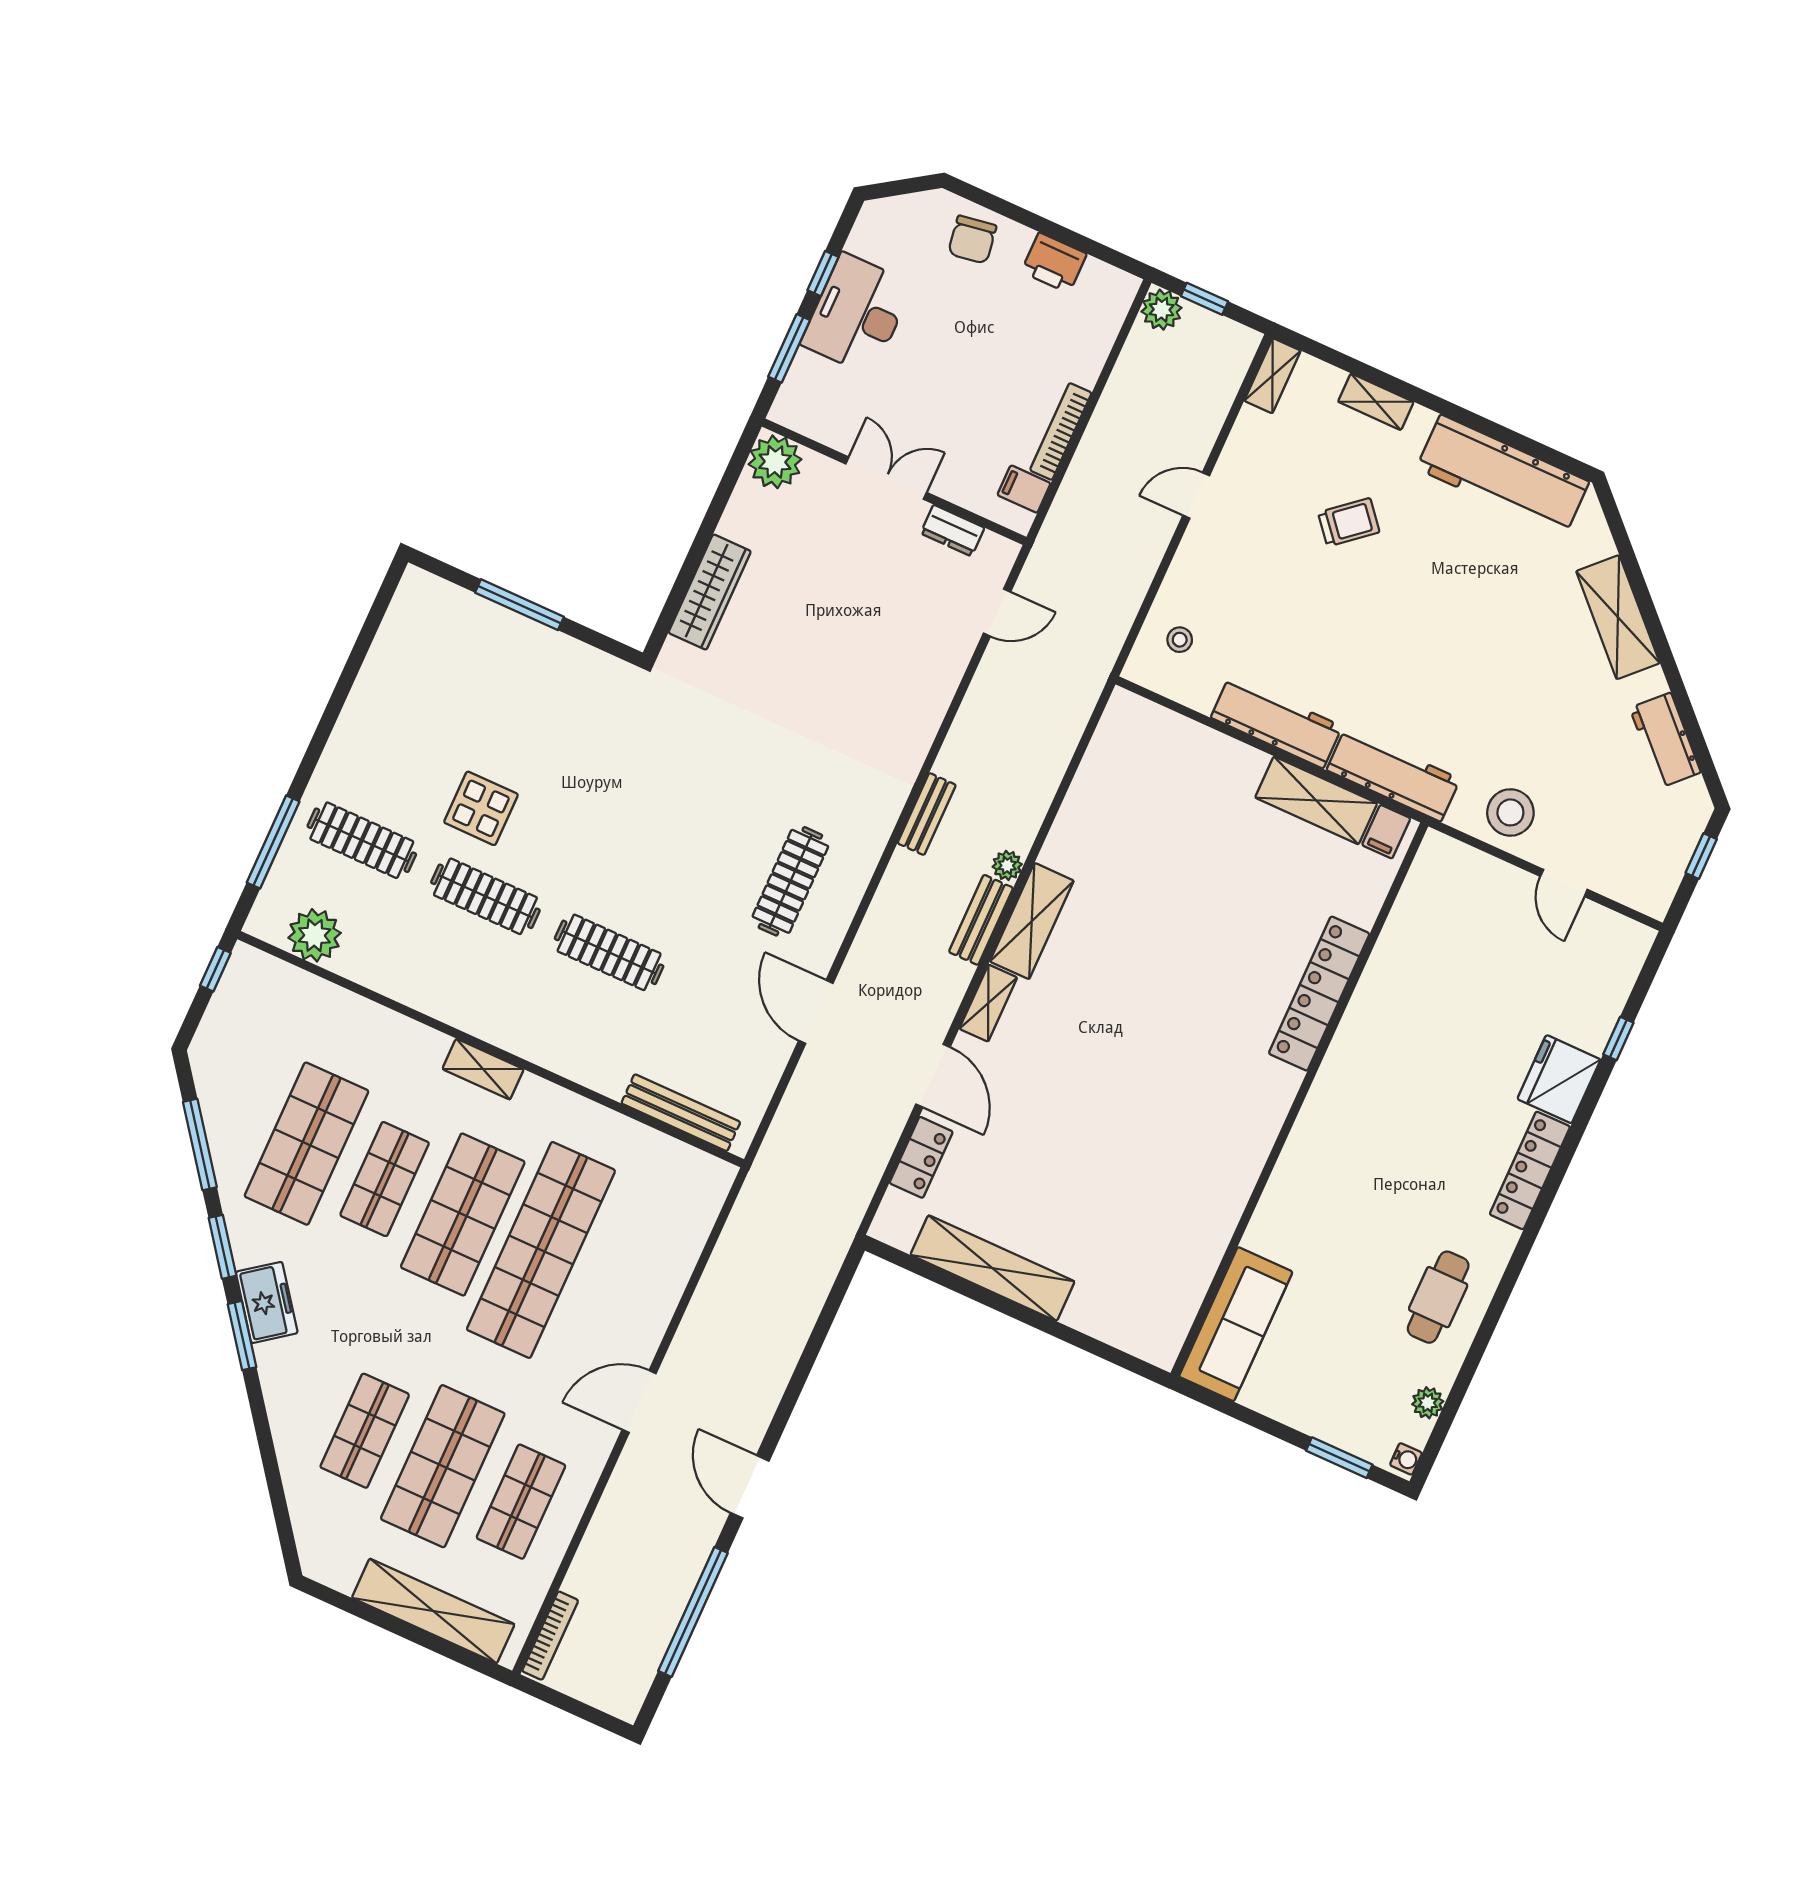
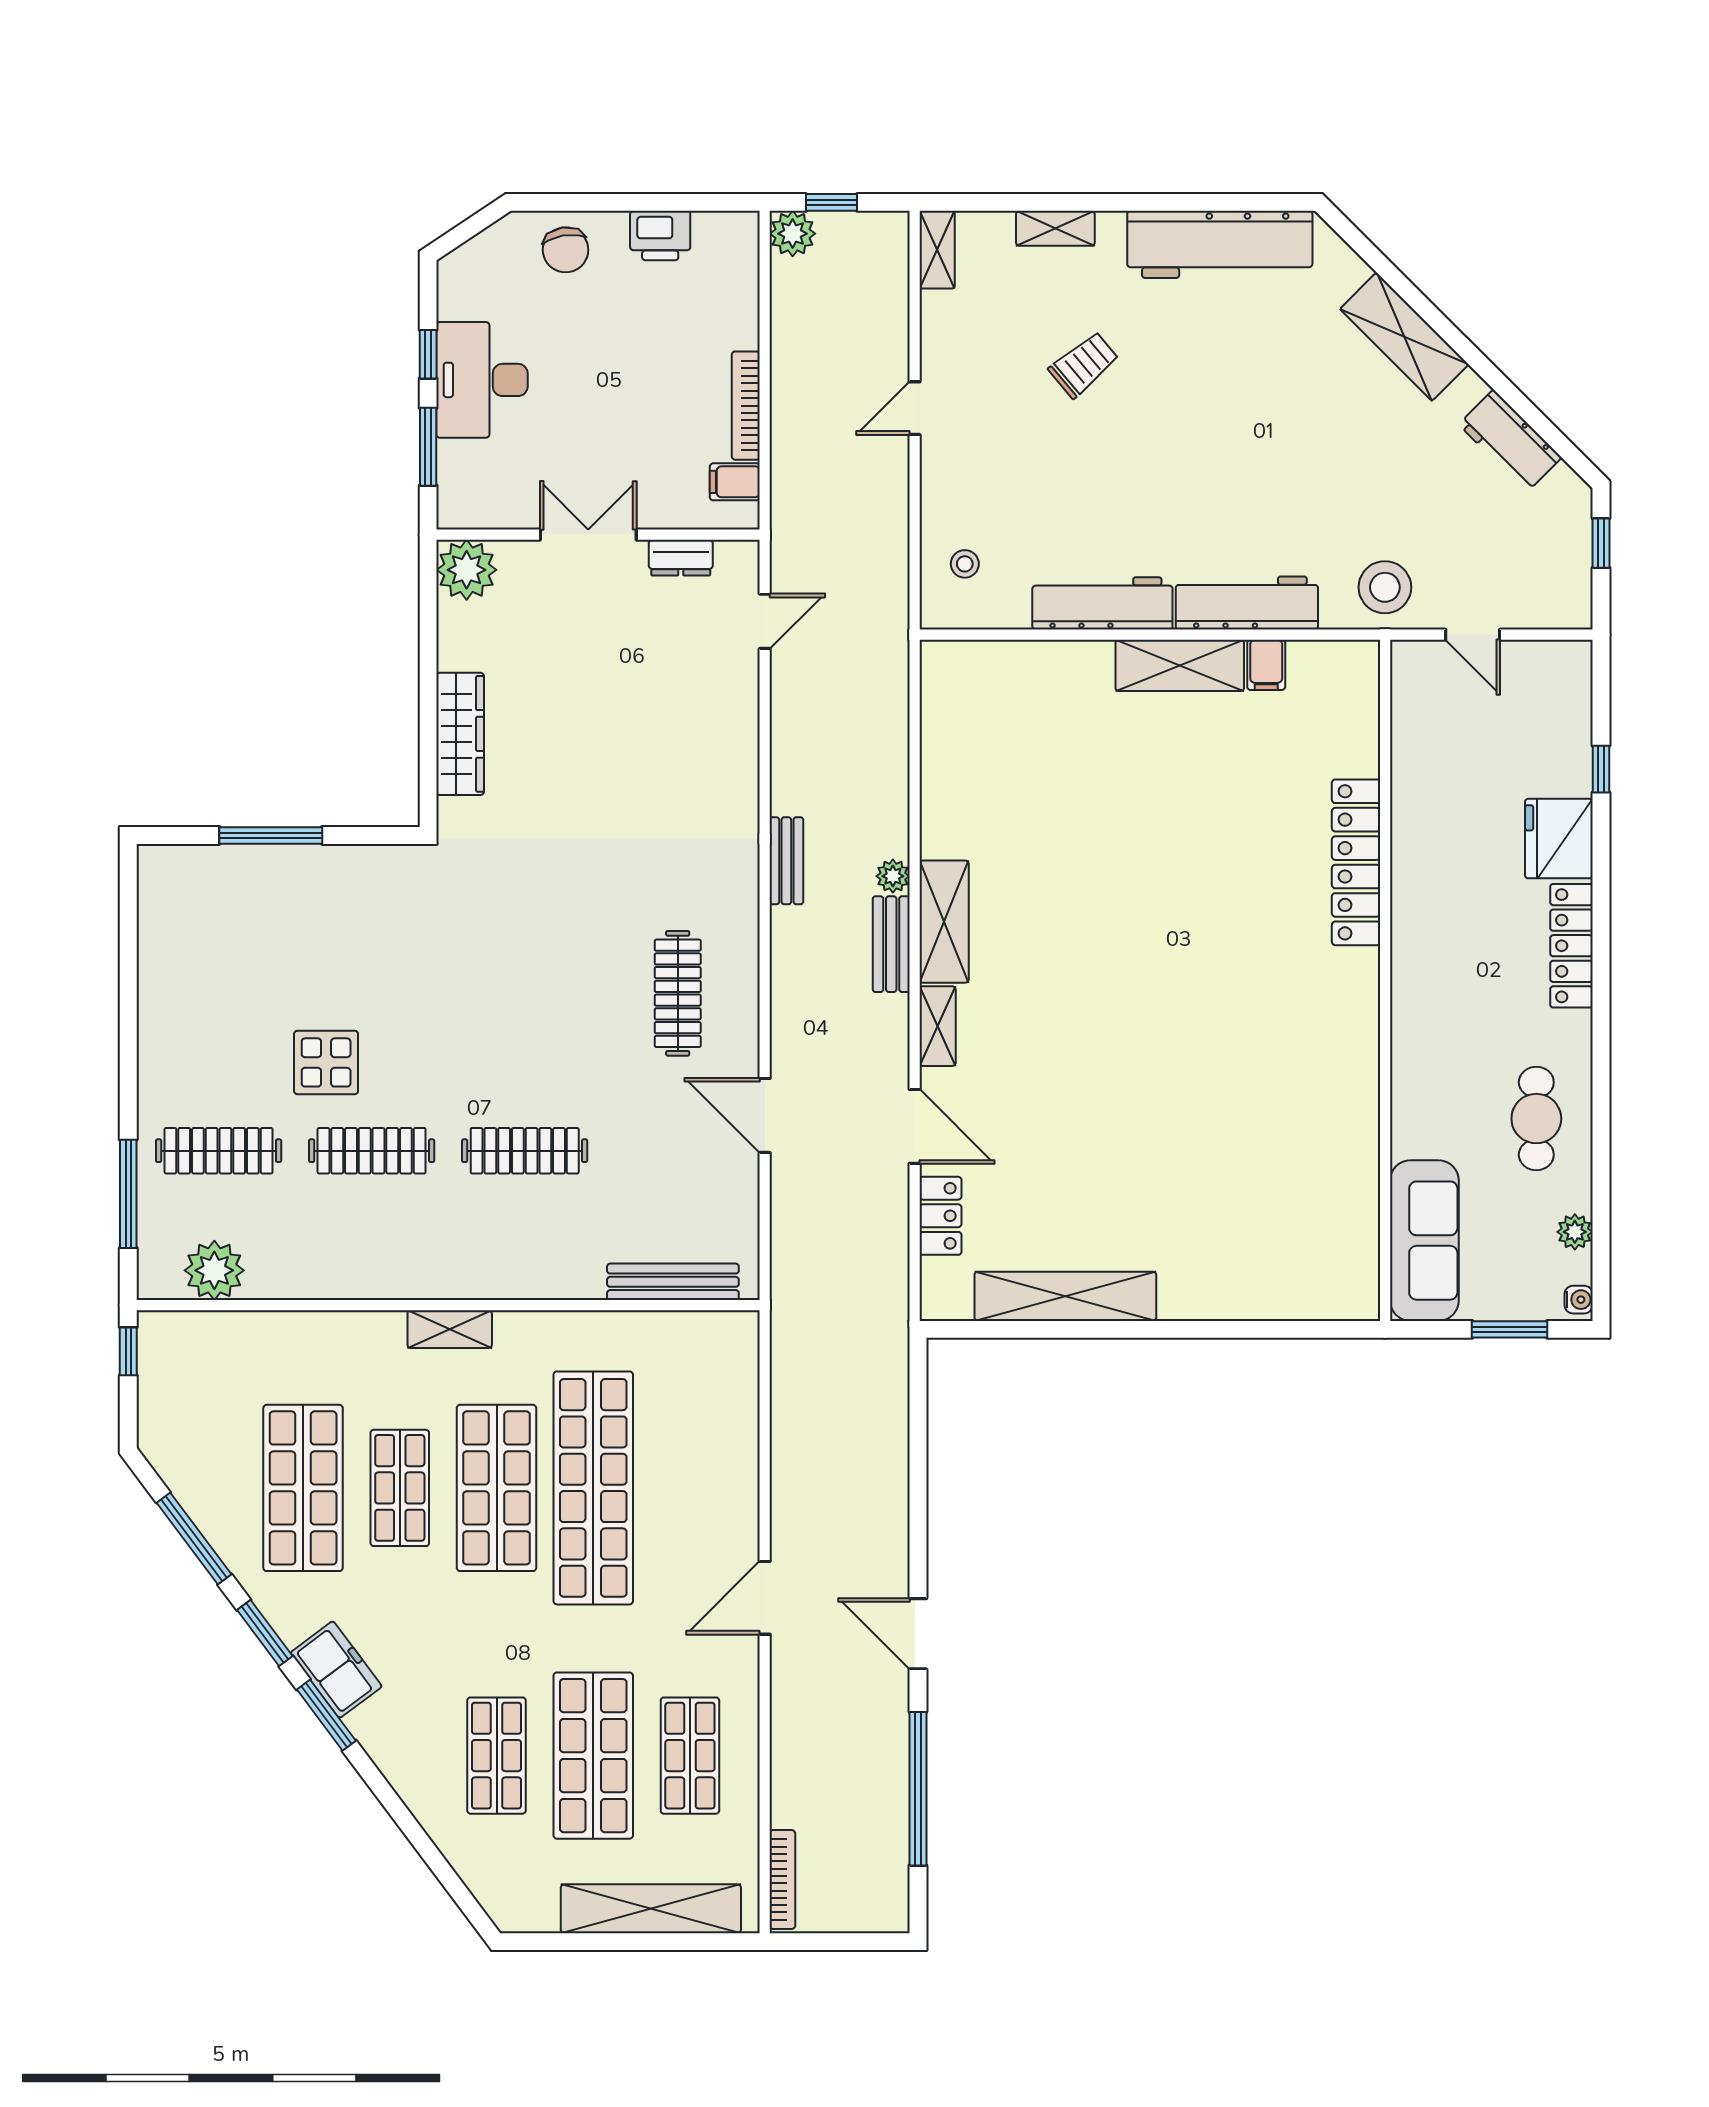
locker: (1319, 994) -> (1356, 862), moved
wall: (1299, 1100) -> (1385, 980), moved
sofa: (1236, 1324) -> (1424, 1241), moved

